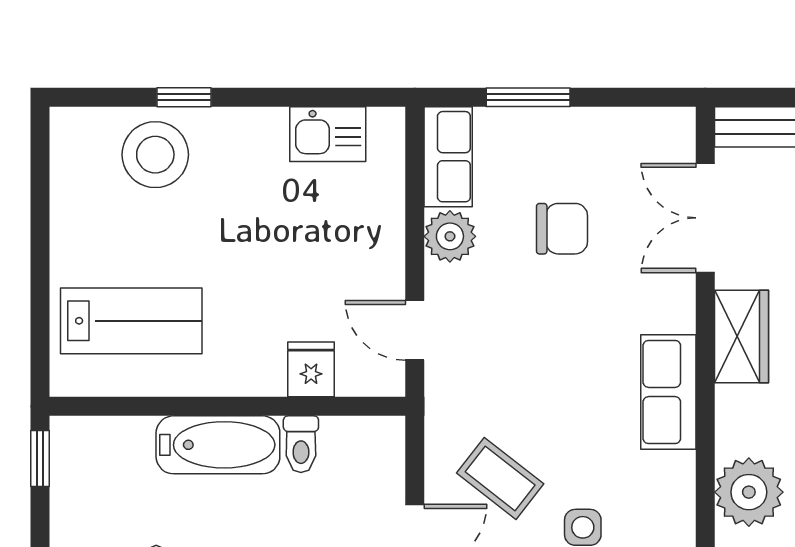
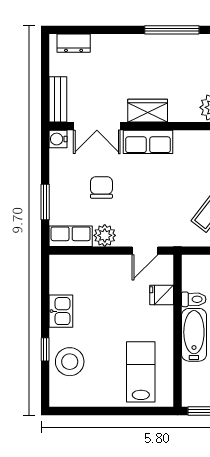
water cooler: (675, 127) -> (58, 139), added
kitchen sink: (328, 134) -> (61, 311), moved
row of seats: (668, 392) -> (148, 142), moved

